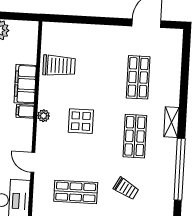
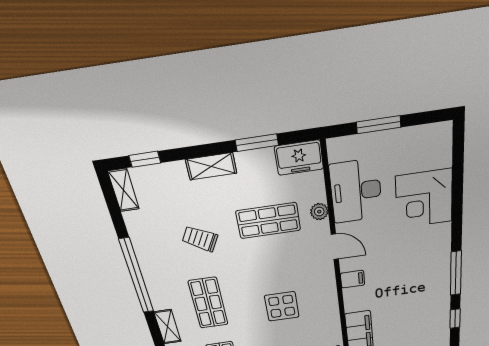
filing cabinet: (25, 111) -> (353, 279), moved
plant: (44, 116) -> (319, 212), moved

